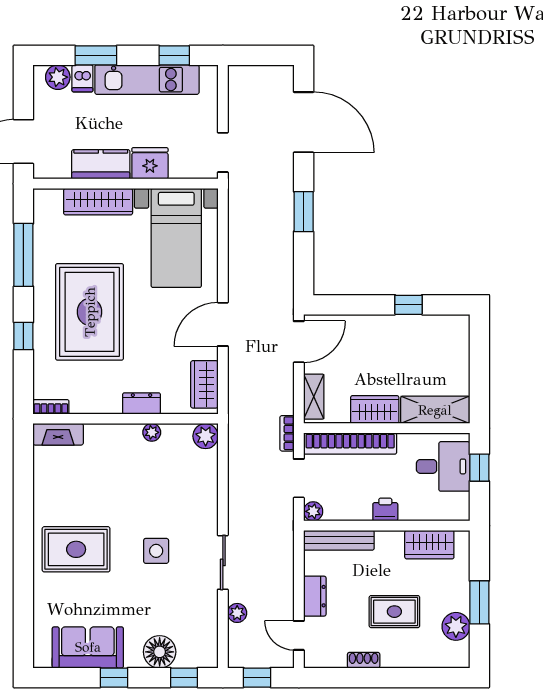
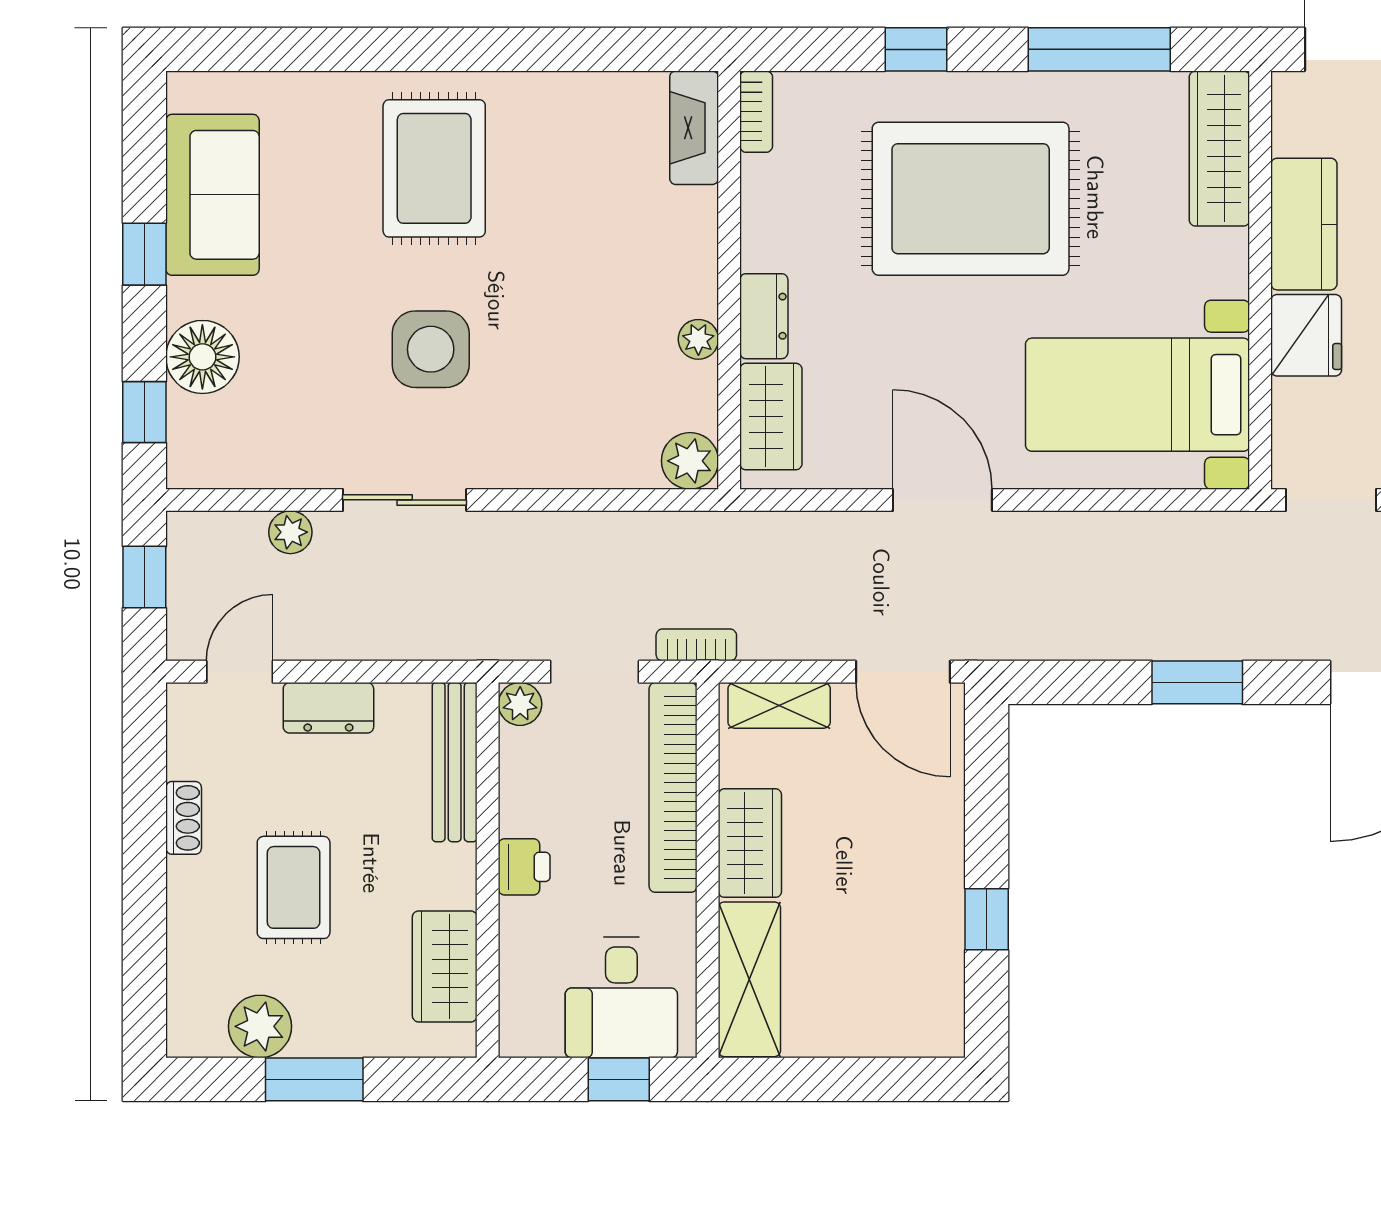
wardrobe: (98, 202) -> (1219, 149), moved
wardrobe: (204, 384) -> (771, 417), moved, turned 90
side table: (156, 551) -> (431, 349), width x1.37, depth x1.37

